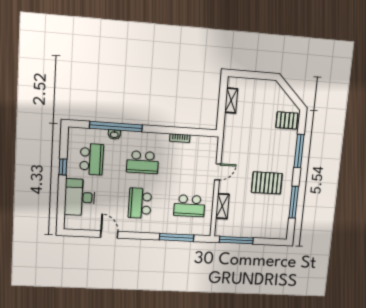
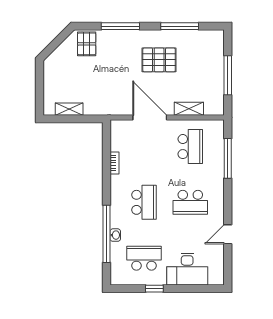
door: (218, 172) -> (150, 117), width x1.88
pallet: (267, 183) -> (159, 60), turned 90
window: (236, 240) -> (228, 75), moved

